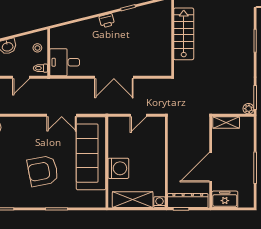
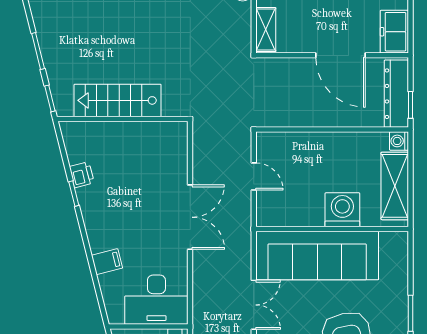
printer: (107, 21) -> (82, 175), moved
filing cabinet: (87, 28) -> (107, 262), added
desk: (65, 62) -> (156, 300), width x1.37

